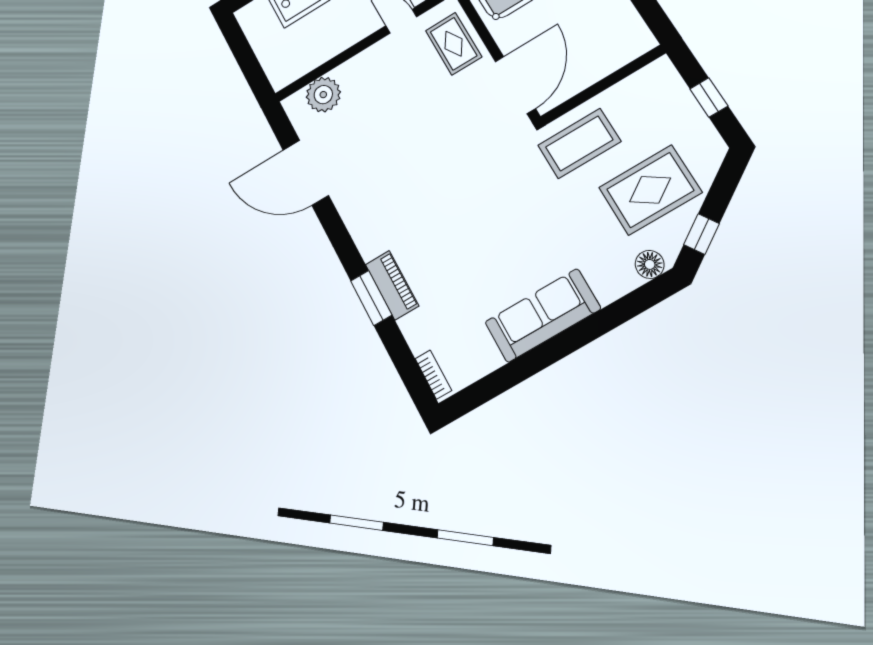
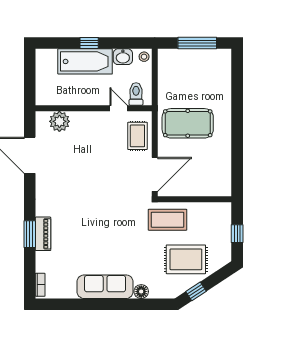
floor lamp: (650, 264) -> (141, 292), moved

